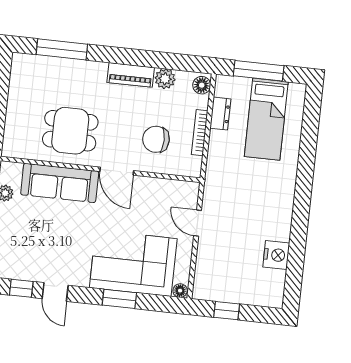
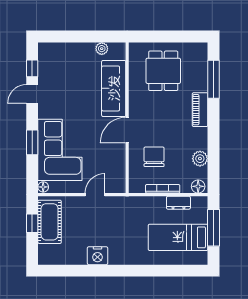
piano: (131, 75) -> (200, 110), moved
dining table: (70, 131) -> (163, 71), moved
nightstand: (276, 255) -> (98, 256), moved
cot: (227, 287) -> (50, 222), added

